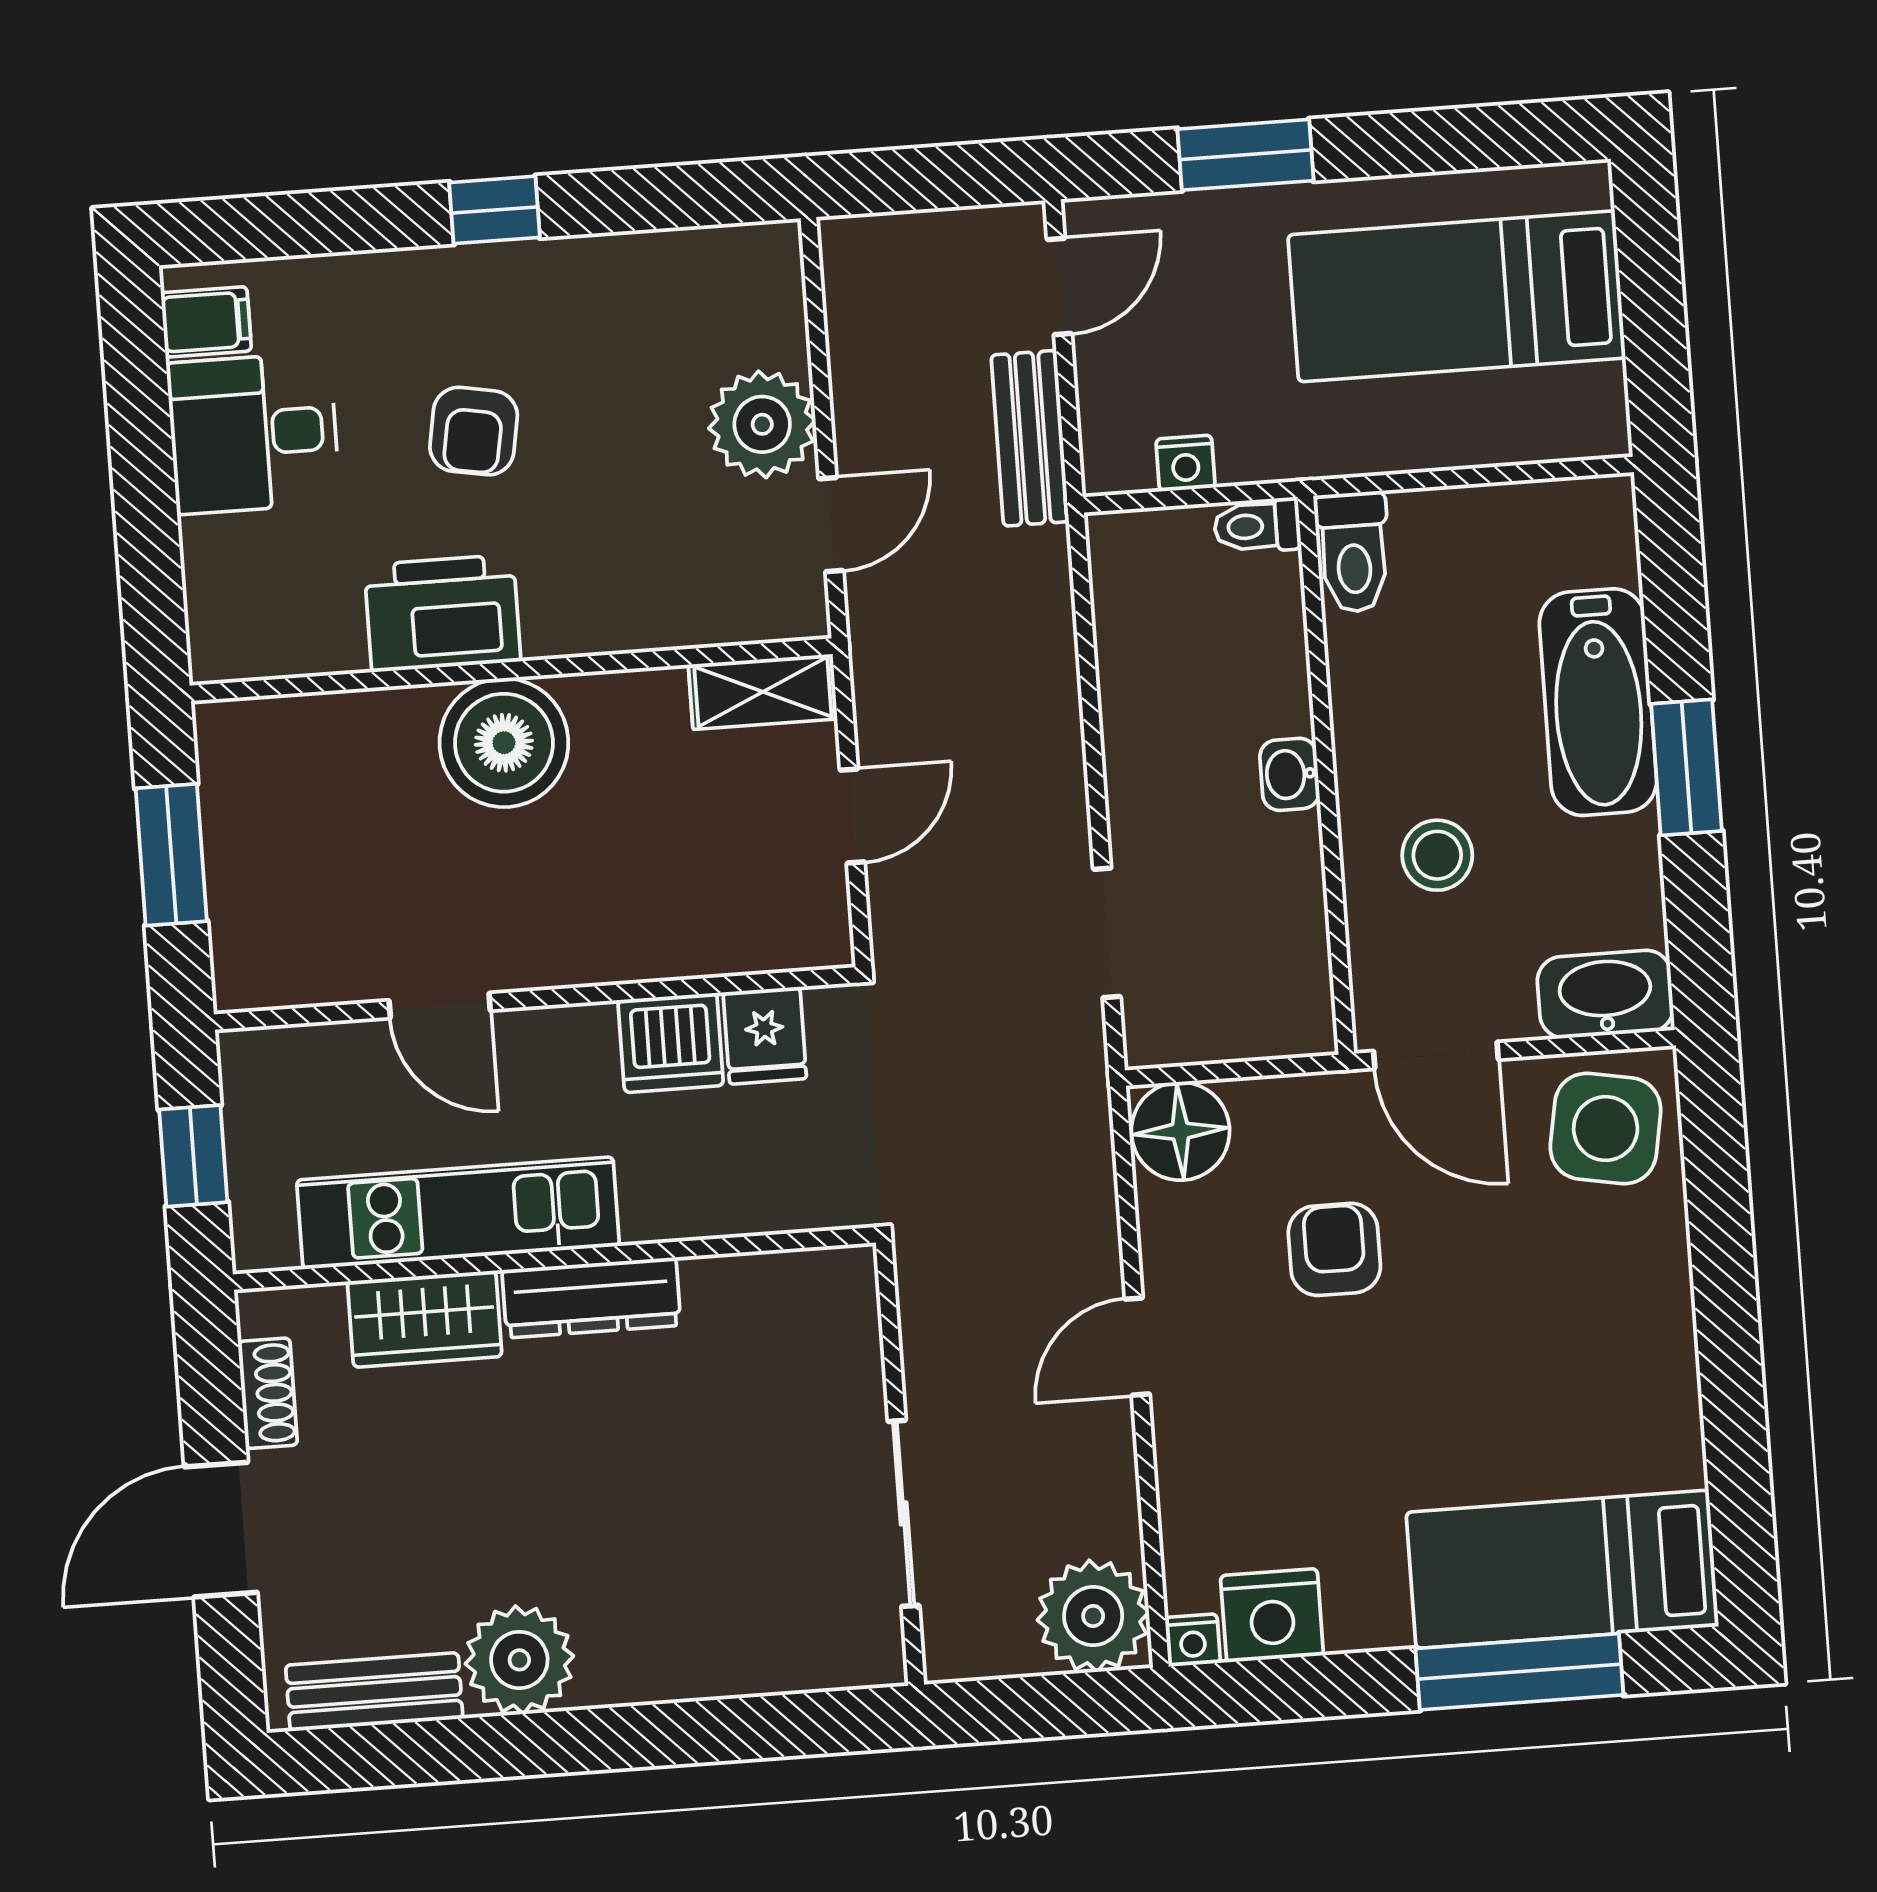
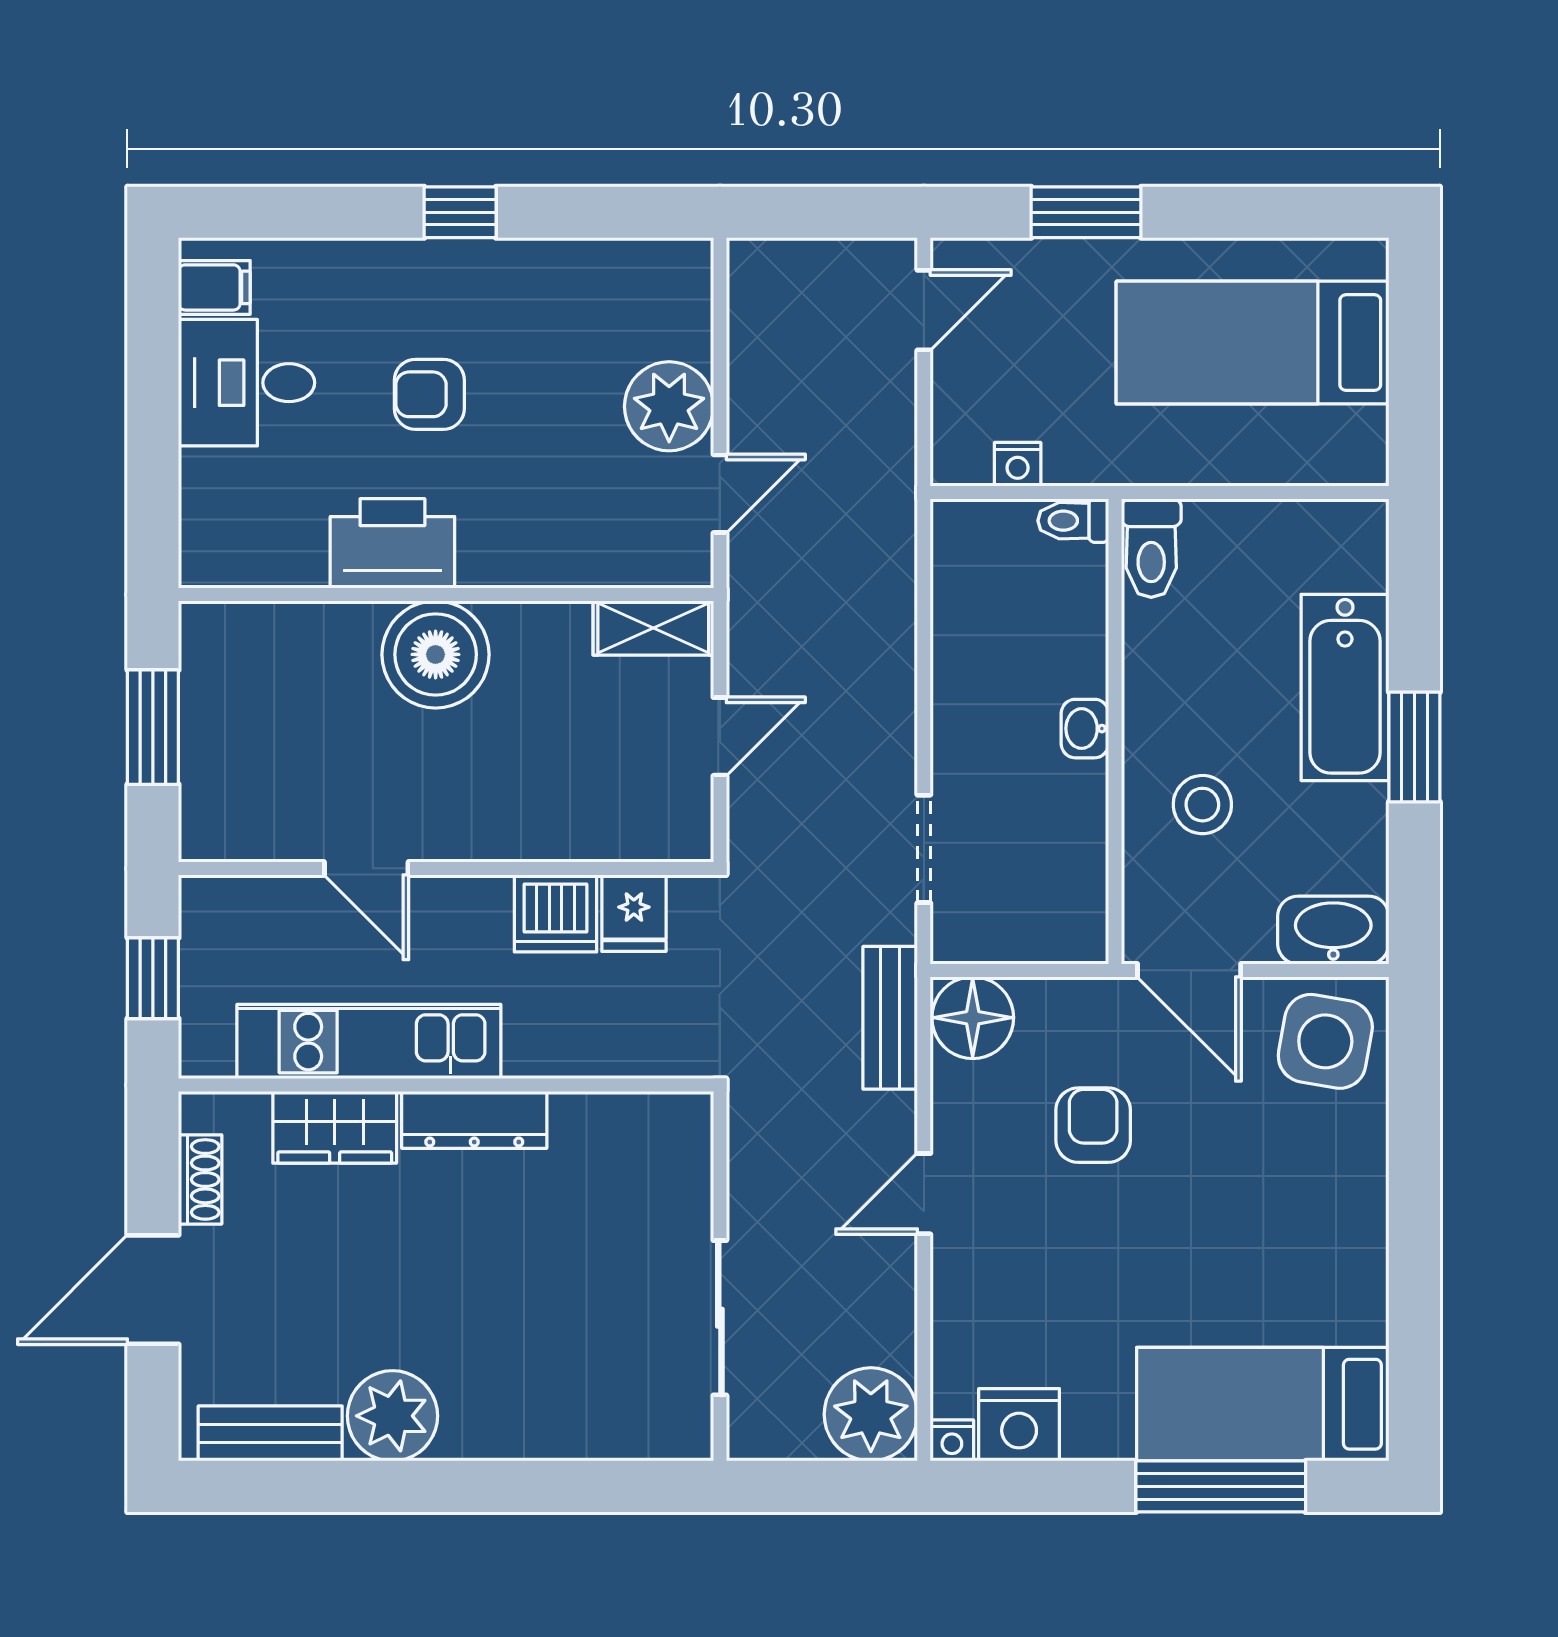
armchair: (474, 431) -> (429, 394), turned 80
bench: (1030, 438) -> (890, 1018), moved

